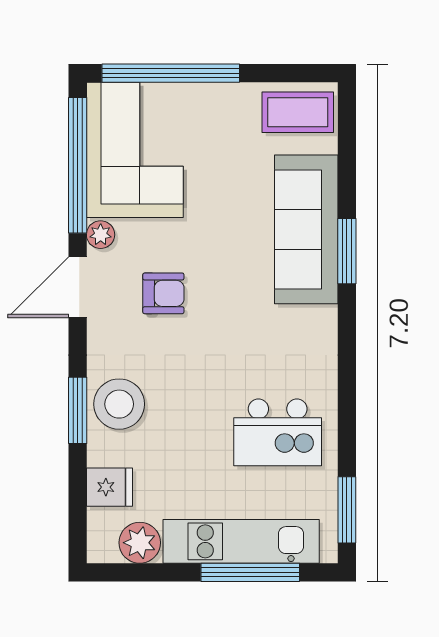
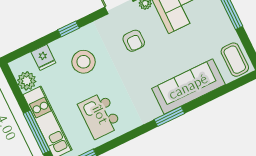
window: (347, 251) -> (169, 116), moved
stool: (119, 404) -> (84, 62), moved
window: (78, 410) -> (69, 29), width x0.67

